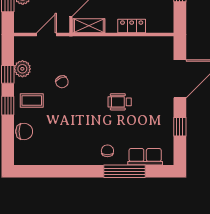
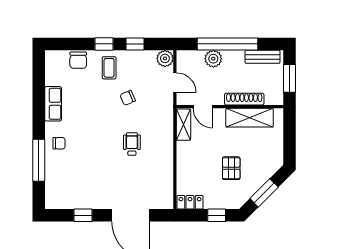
locker: (132, 26) -> (190, 202), moved, turned -90
plant: (22, 69) -> (165, 58), moved
wheelchair: (120, 102) -> (132, 144), moved
row of seats: (145, 157) -> (53, 104), moved

